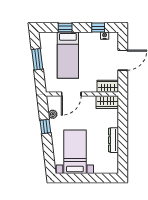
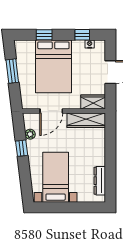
bed: (68, 55) -> (53, 66), width x1.50
wardrobe: (107, 102) -> (86, 120), width x1.50
dresser: (113, 140) -> (100, 181), moved

